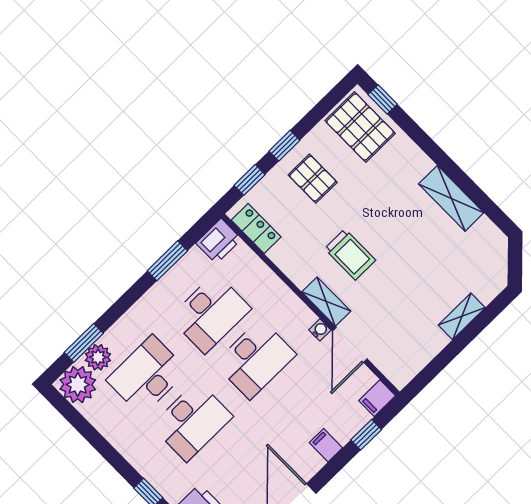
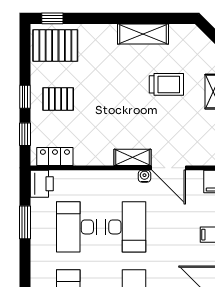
trolley: (350, 254) -> (166, 84), moved
desk: (210, 313) -> (77, 227), turned 180

